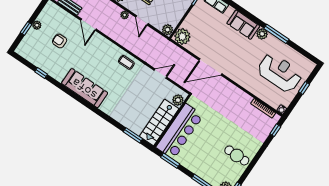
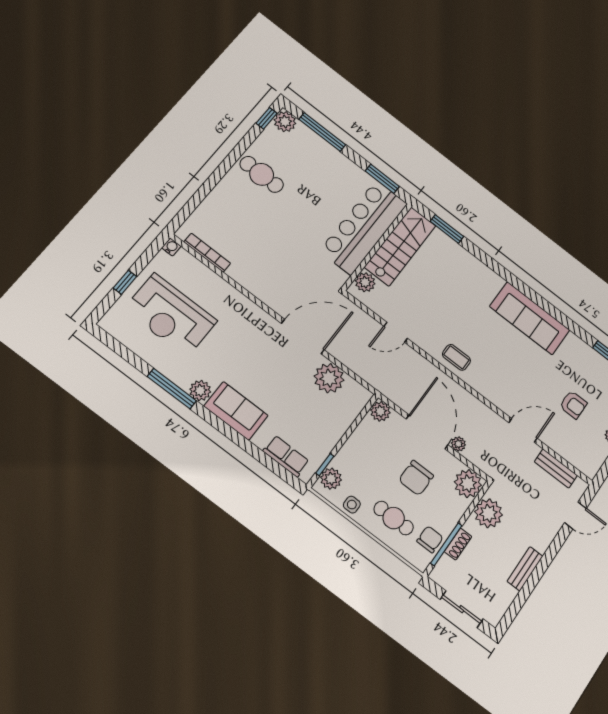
door: (142, 20) -> (427, 432), width x1.87
door: (88, 25) -> (523, 430), hinge flipped
plant: (182, 37) -> (329, 378), moved
window: (275, 130) -> (186, 211), removed

